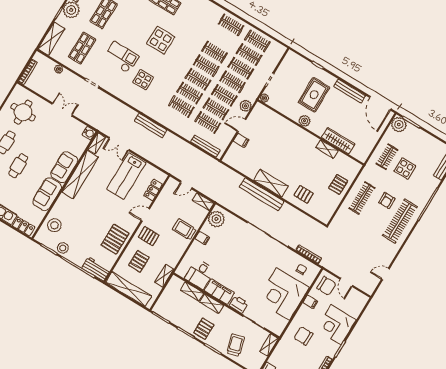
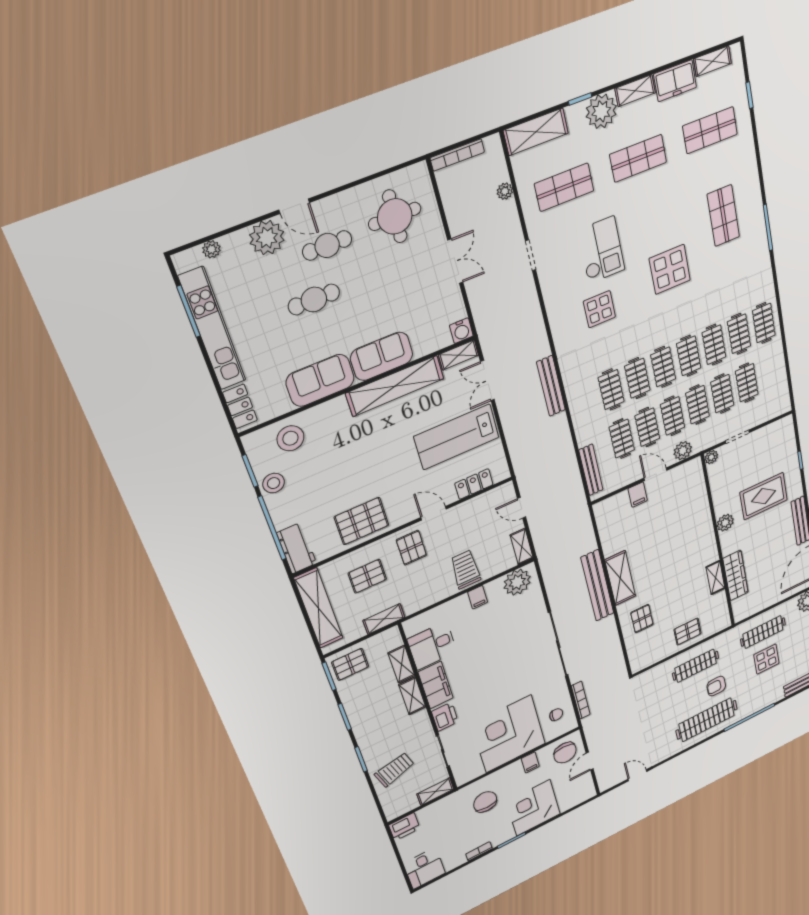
clothes rail: (257, 41) -> (739, 334), moved
clothes rail: (387, 157) -> (763, 632), width x1.36
pallet: (204, 329) -> (350, 664), moved

